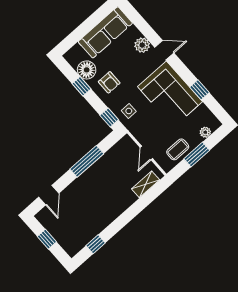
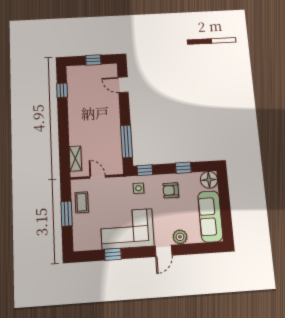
floor lamp: (87, 70) -> (209, 180), moved
plant: (205, 132) -> (78, 233), removed
window: (87, 161) -> (126, 141), moved

